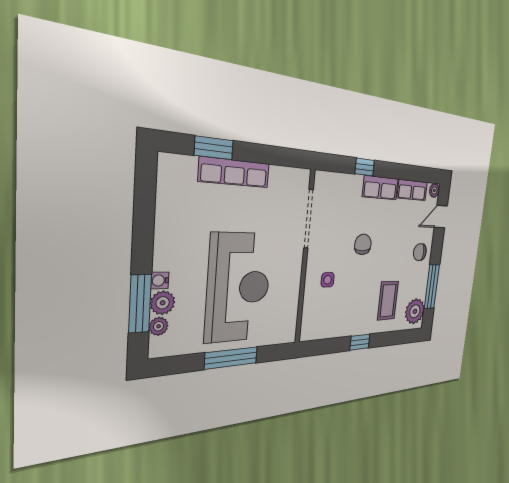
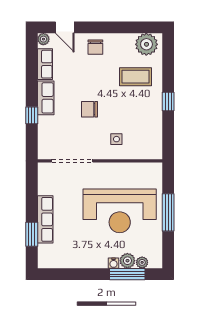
reception desk: (239, 287) -> (120, 211), turned 180
window: (432, 287) -> (126, 27), removed

